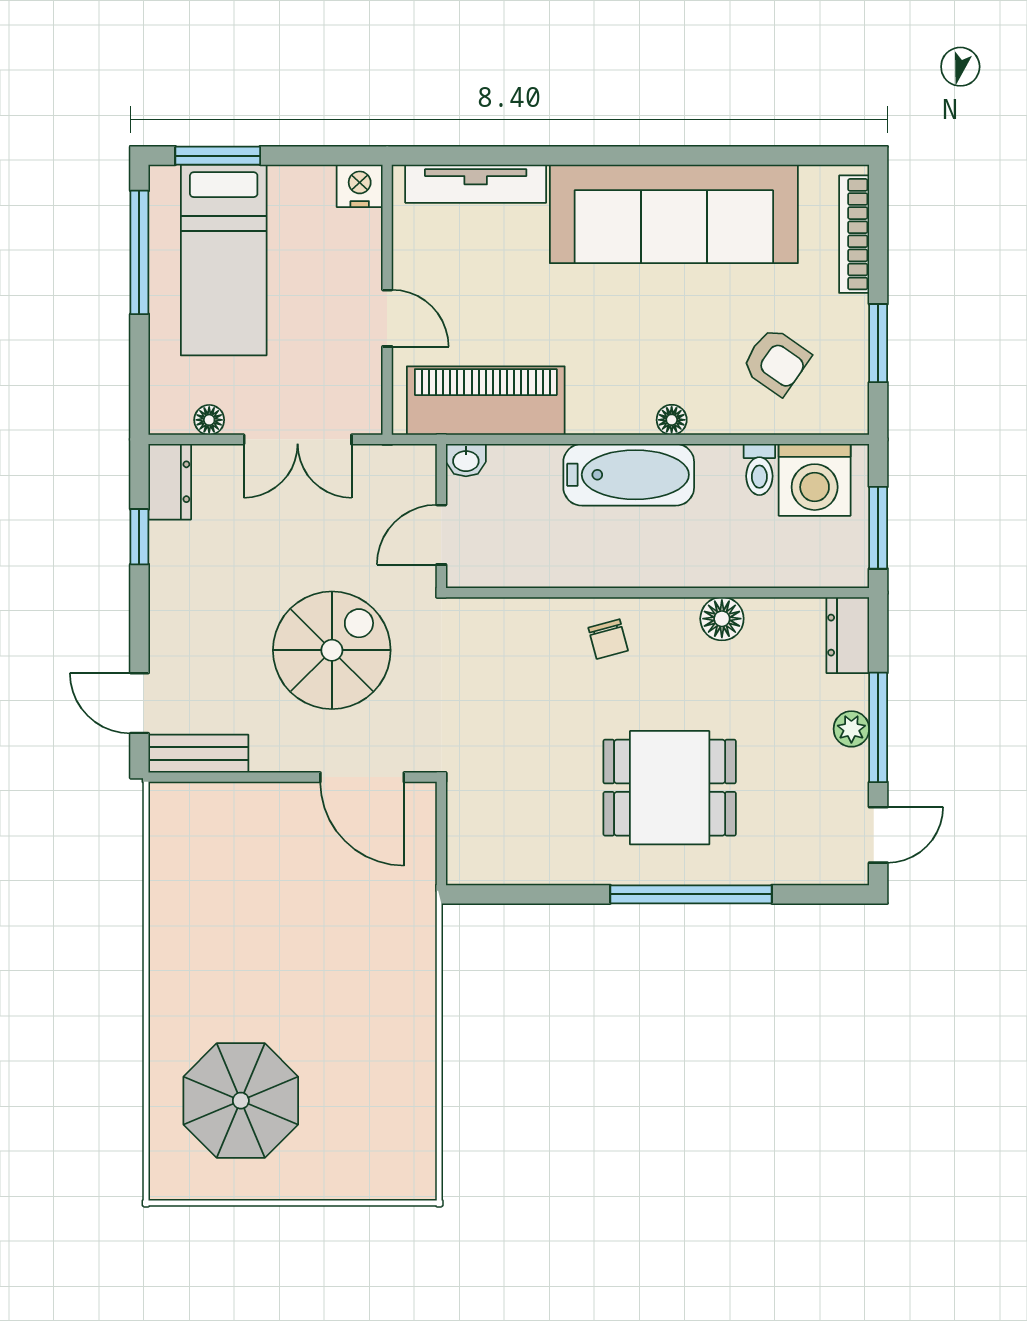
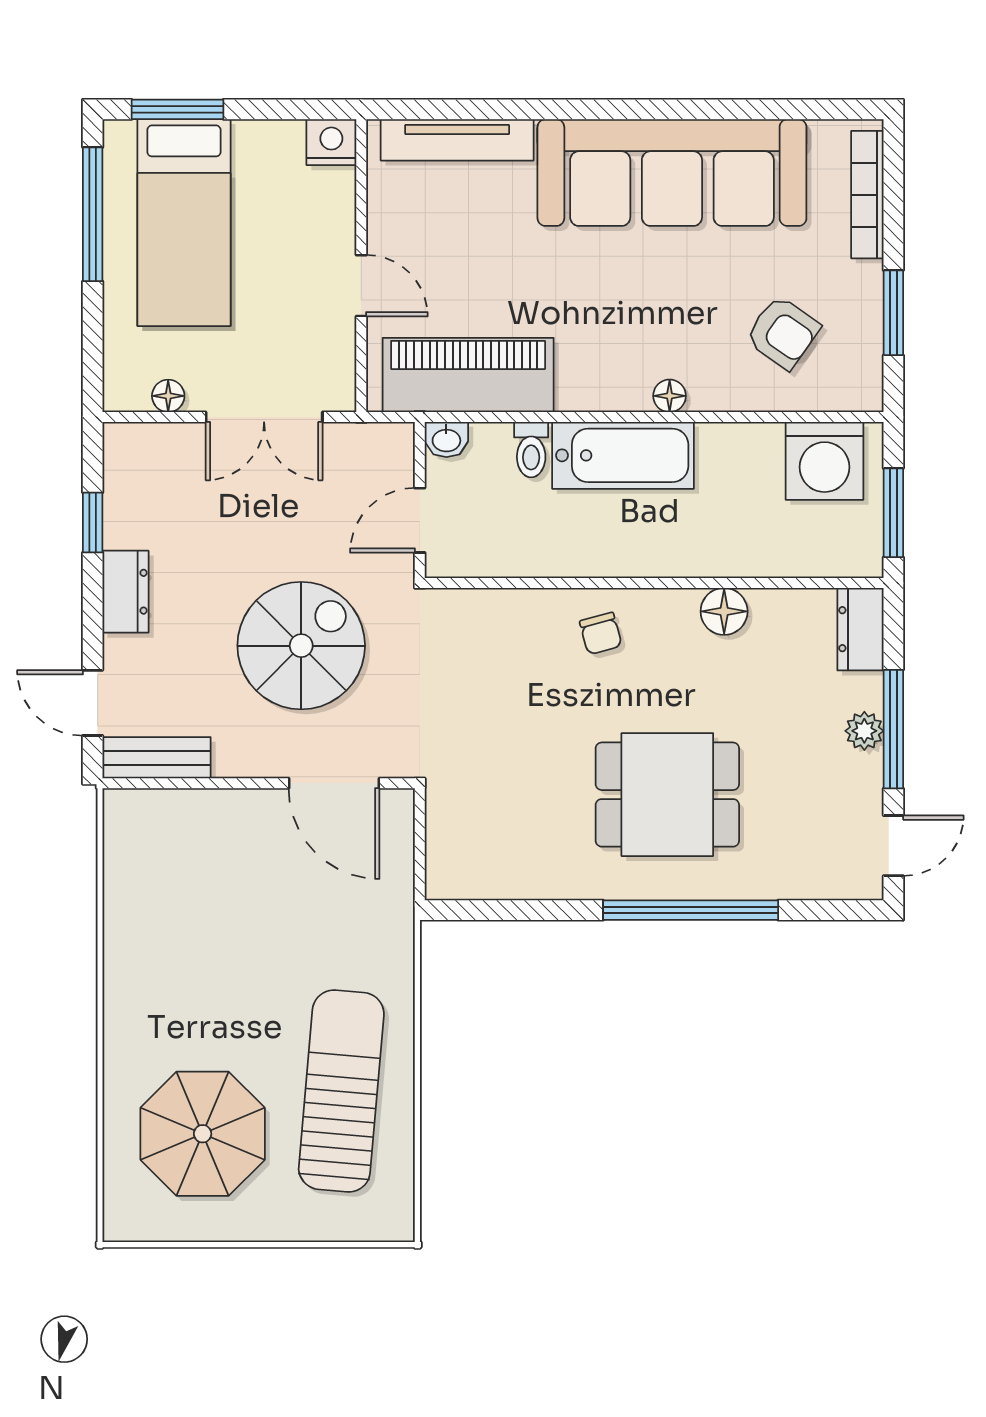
toilet: (759, 469) -> (531, 450), moved
dresser: (170, 482) -> (126, 592), moved
sun lounger: (369, 1061) -> (341, 1091), added

